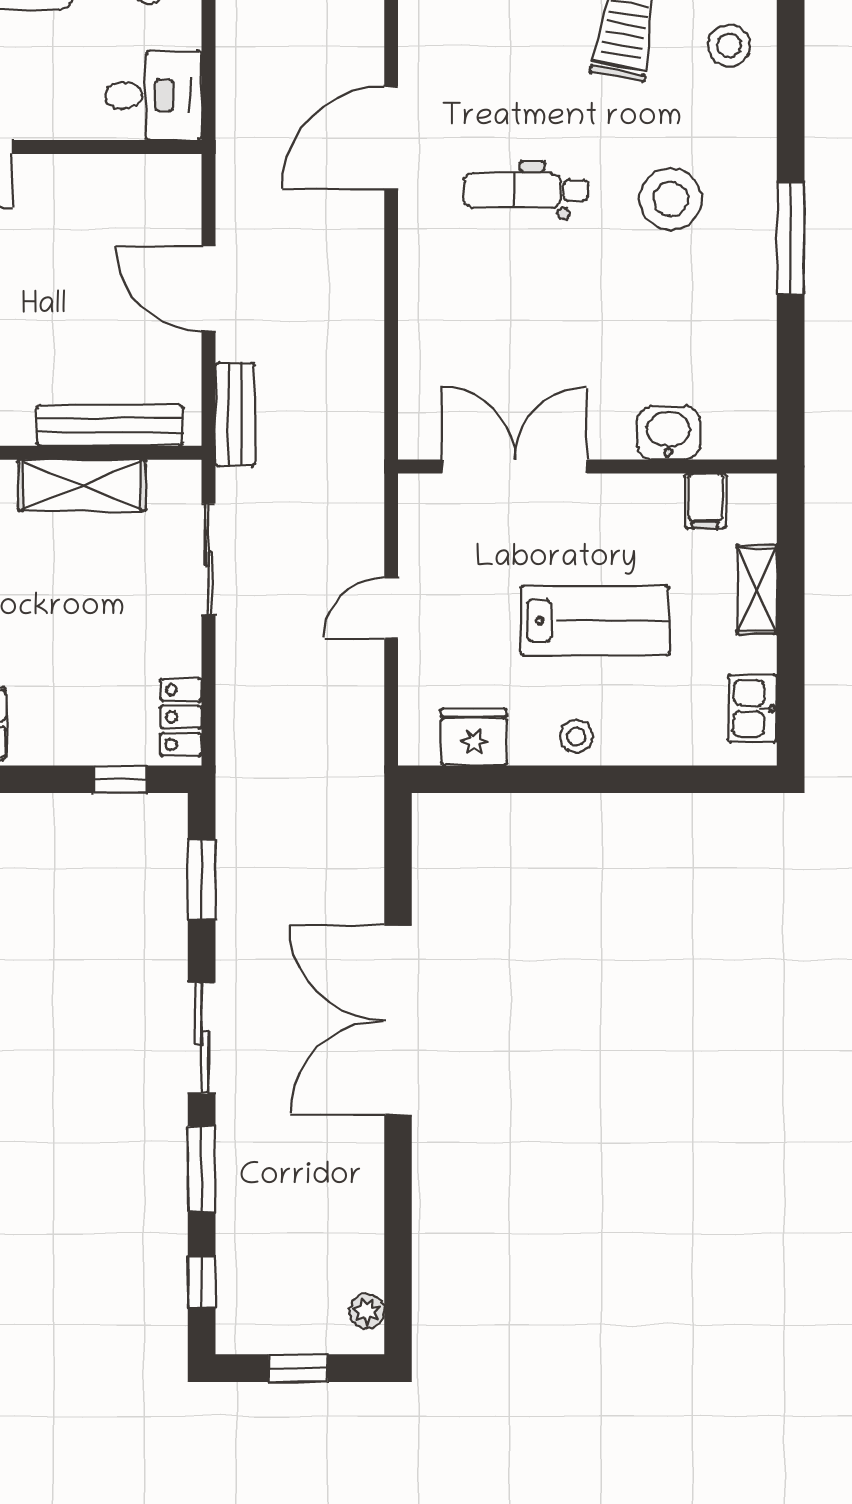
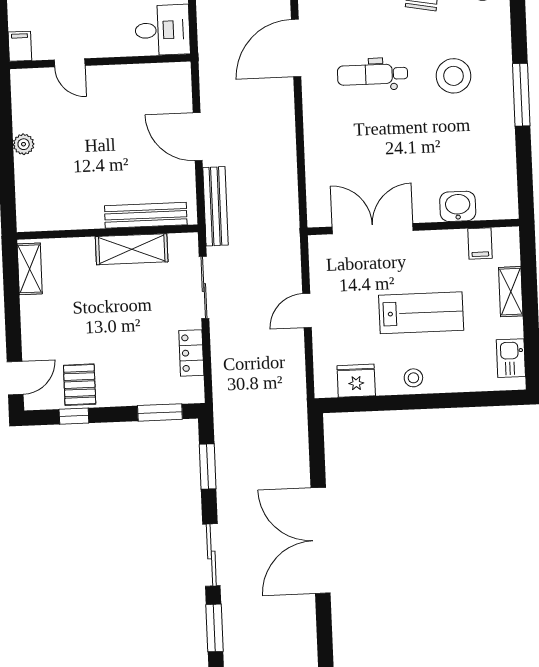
bench: (235, 415) -> (215, 206), width x1.36
locker: (181, 717) -> (191, 353), moved
window: (120, 779) -> (160, 412), width x1.50

